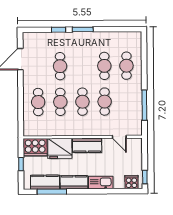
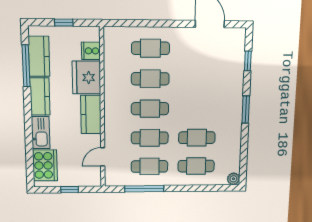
window: (59, 30) -> (248, 61), moved
plant: (137, 36) -> (233, 179), added
cafe table: (60, 66) -> (149, 166), moved
cooker: (35, 147) -> (91, 51), width x0.53, depth x0.76
window: (145, 177) -> (70, 190), moved
cooker: (131, 182) -> (45, 165), width x1.87, depth x1.31

